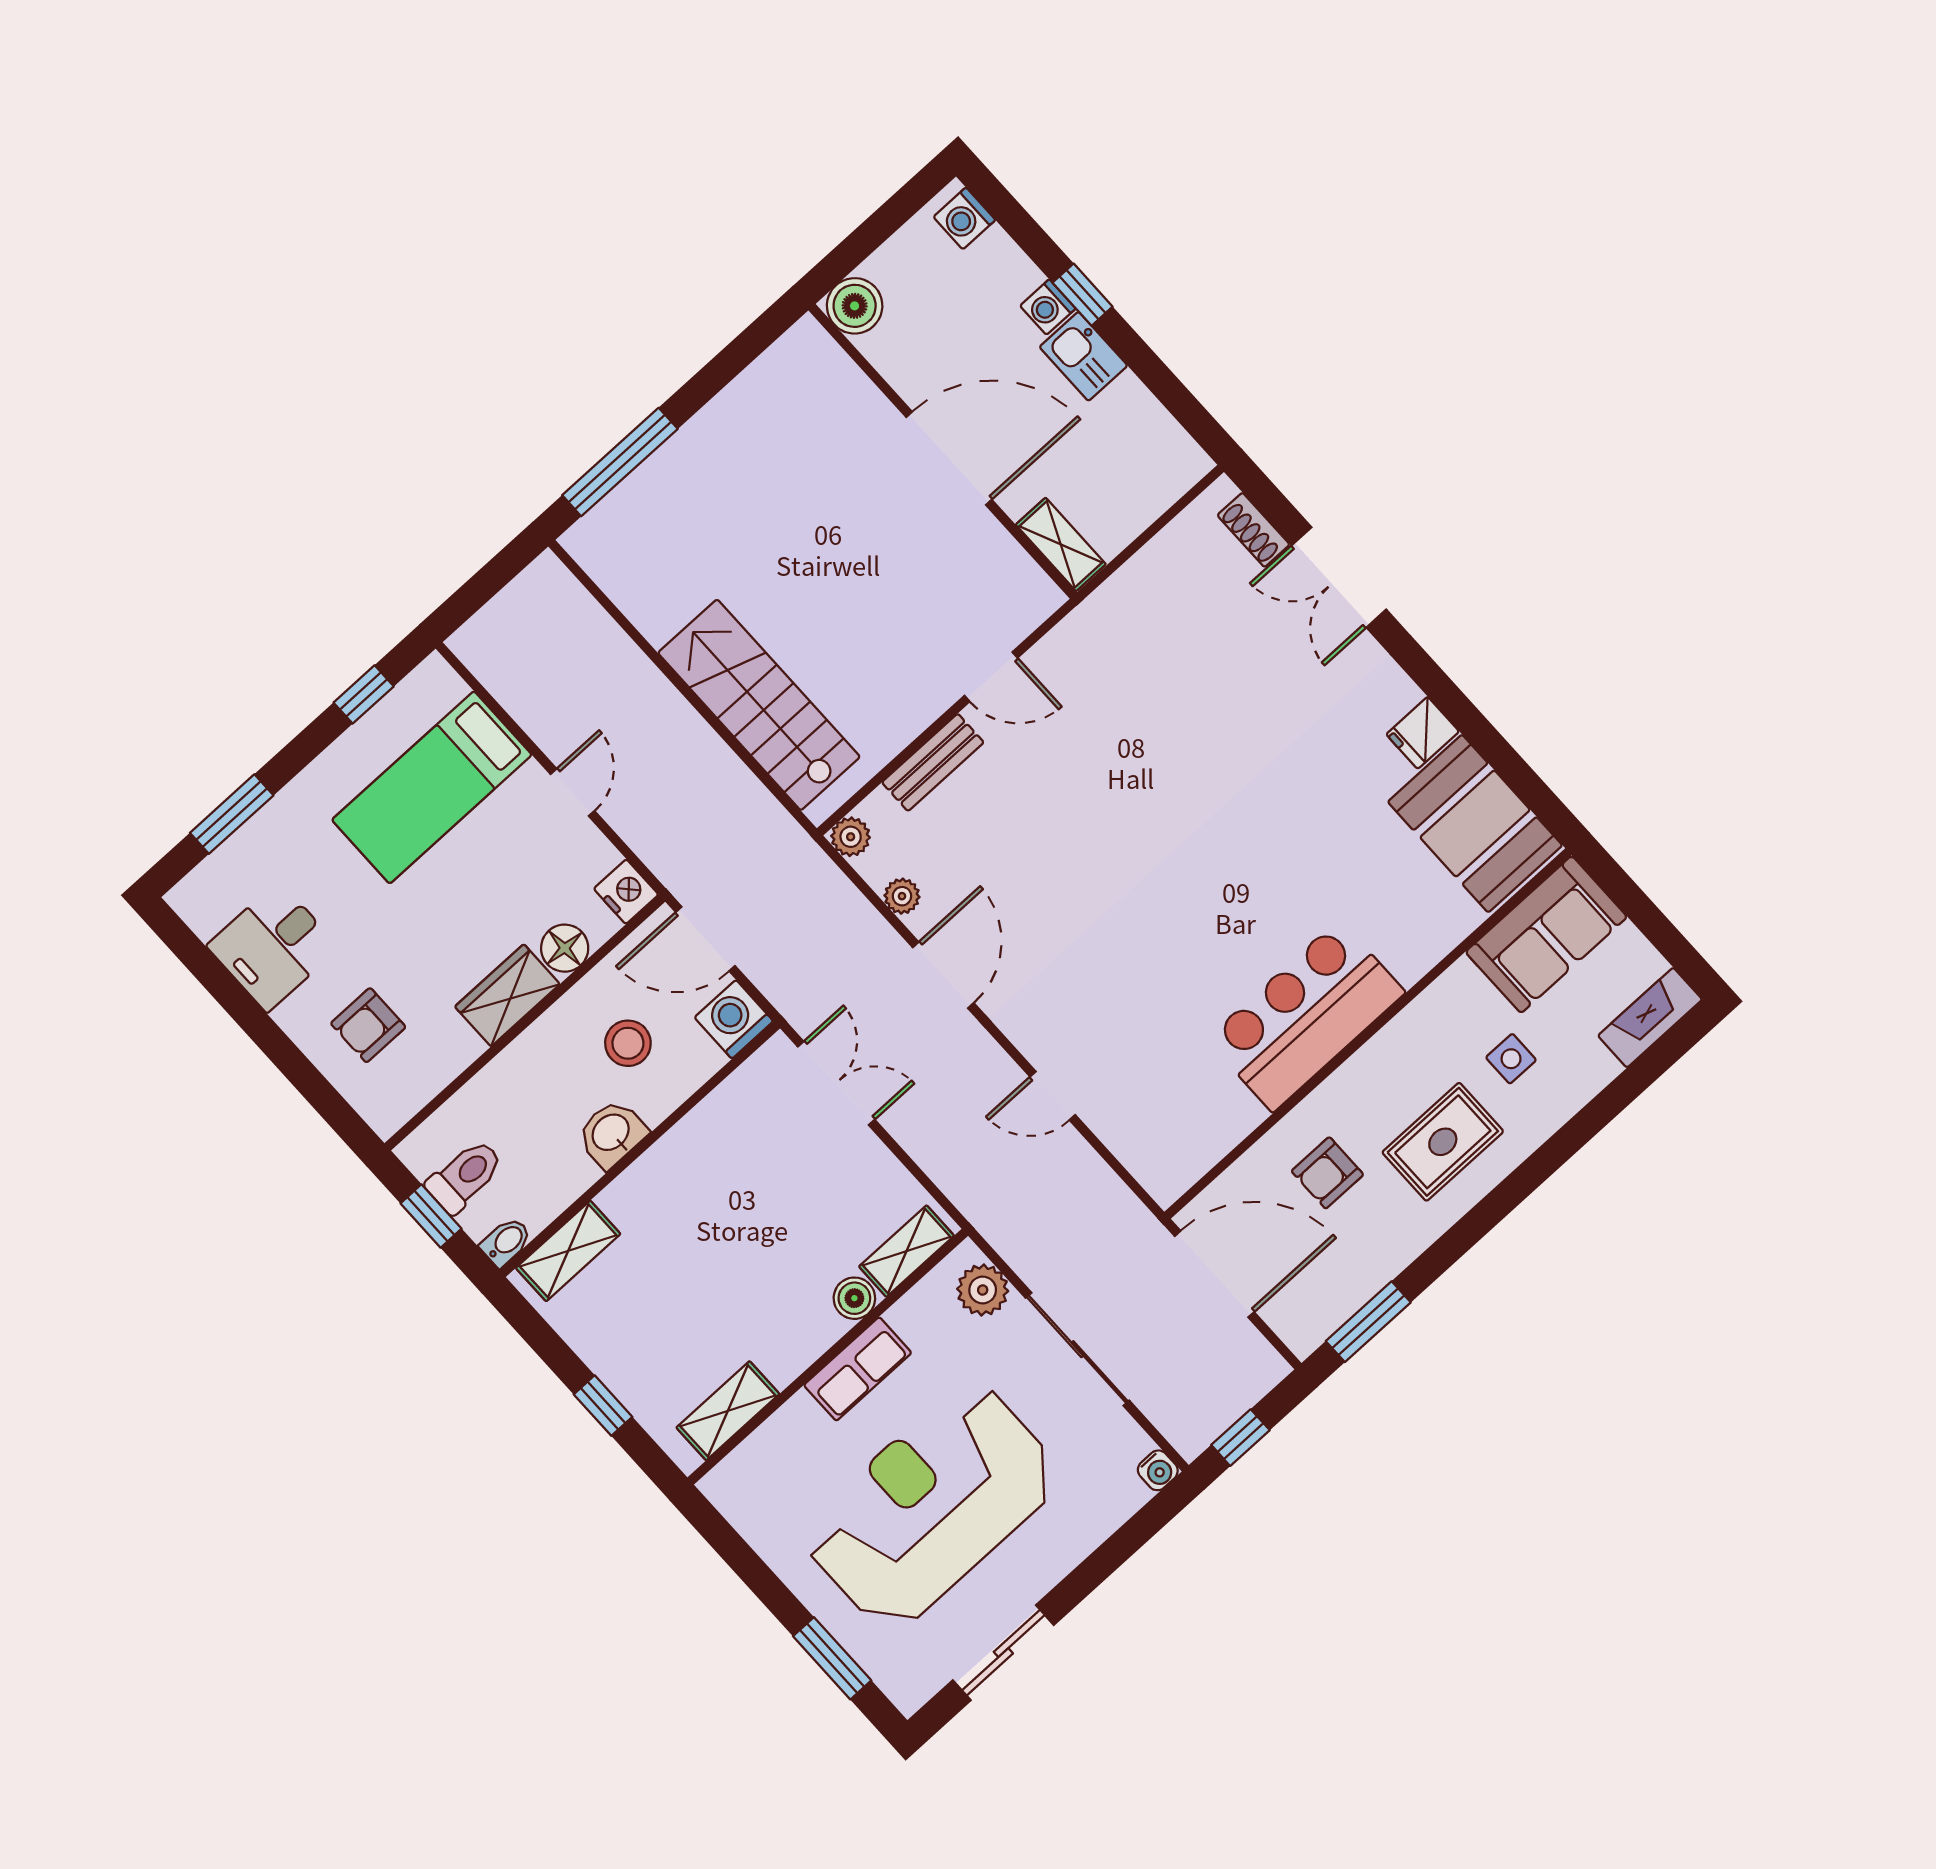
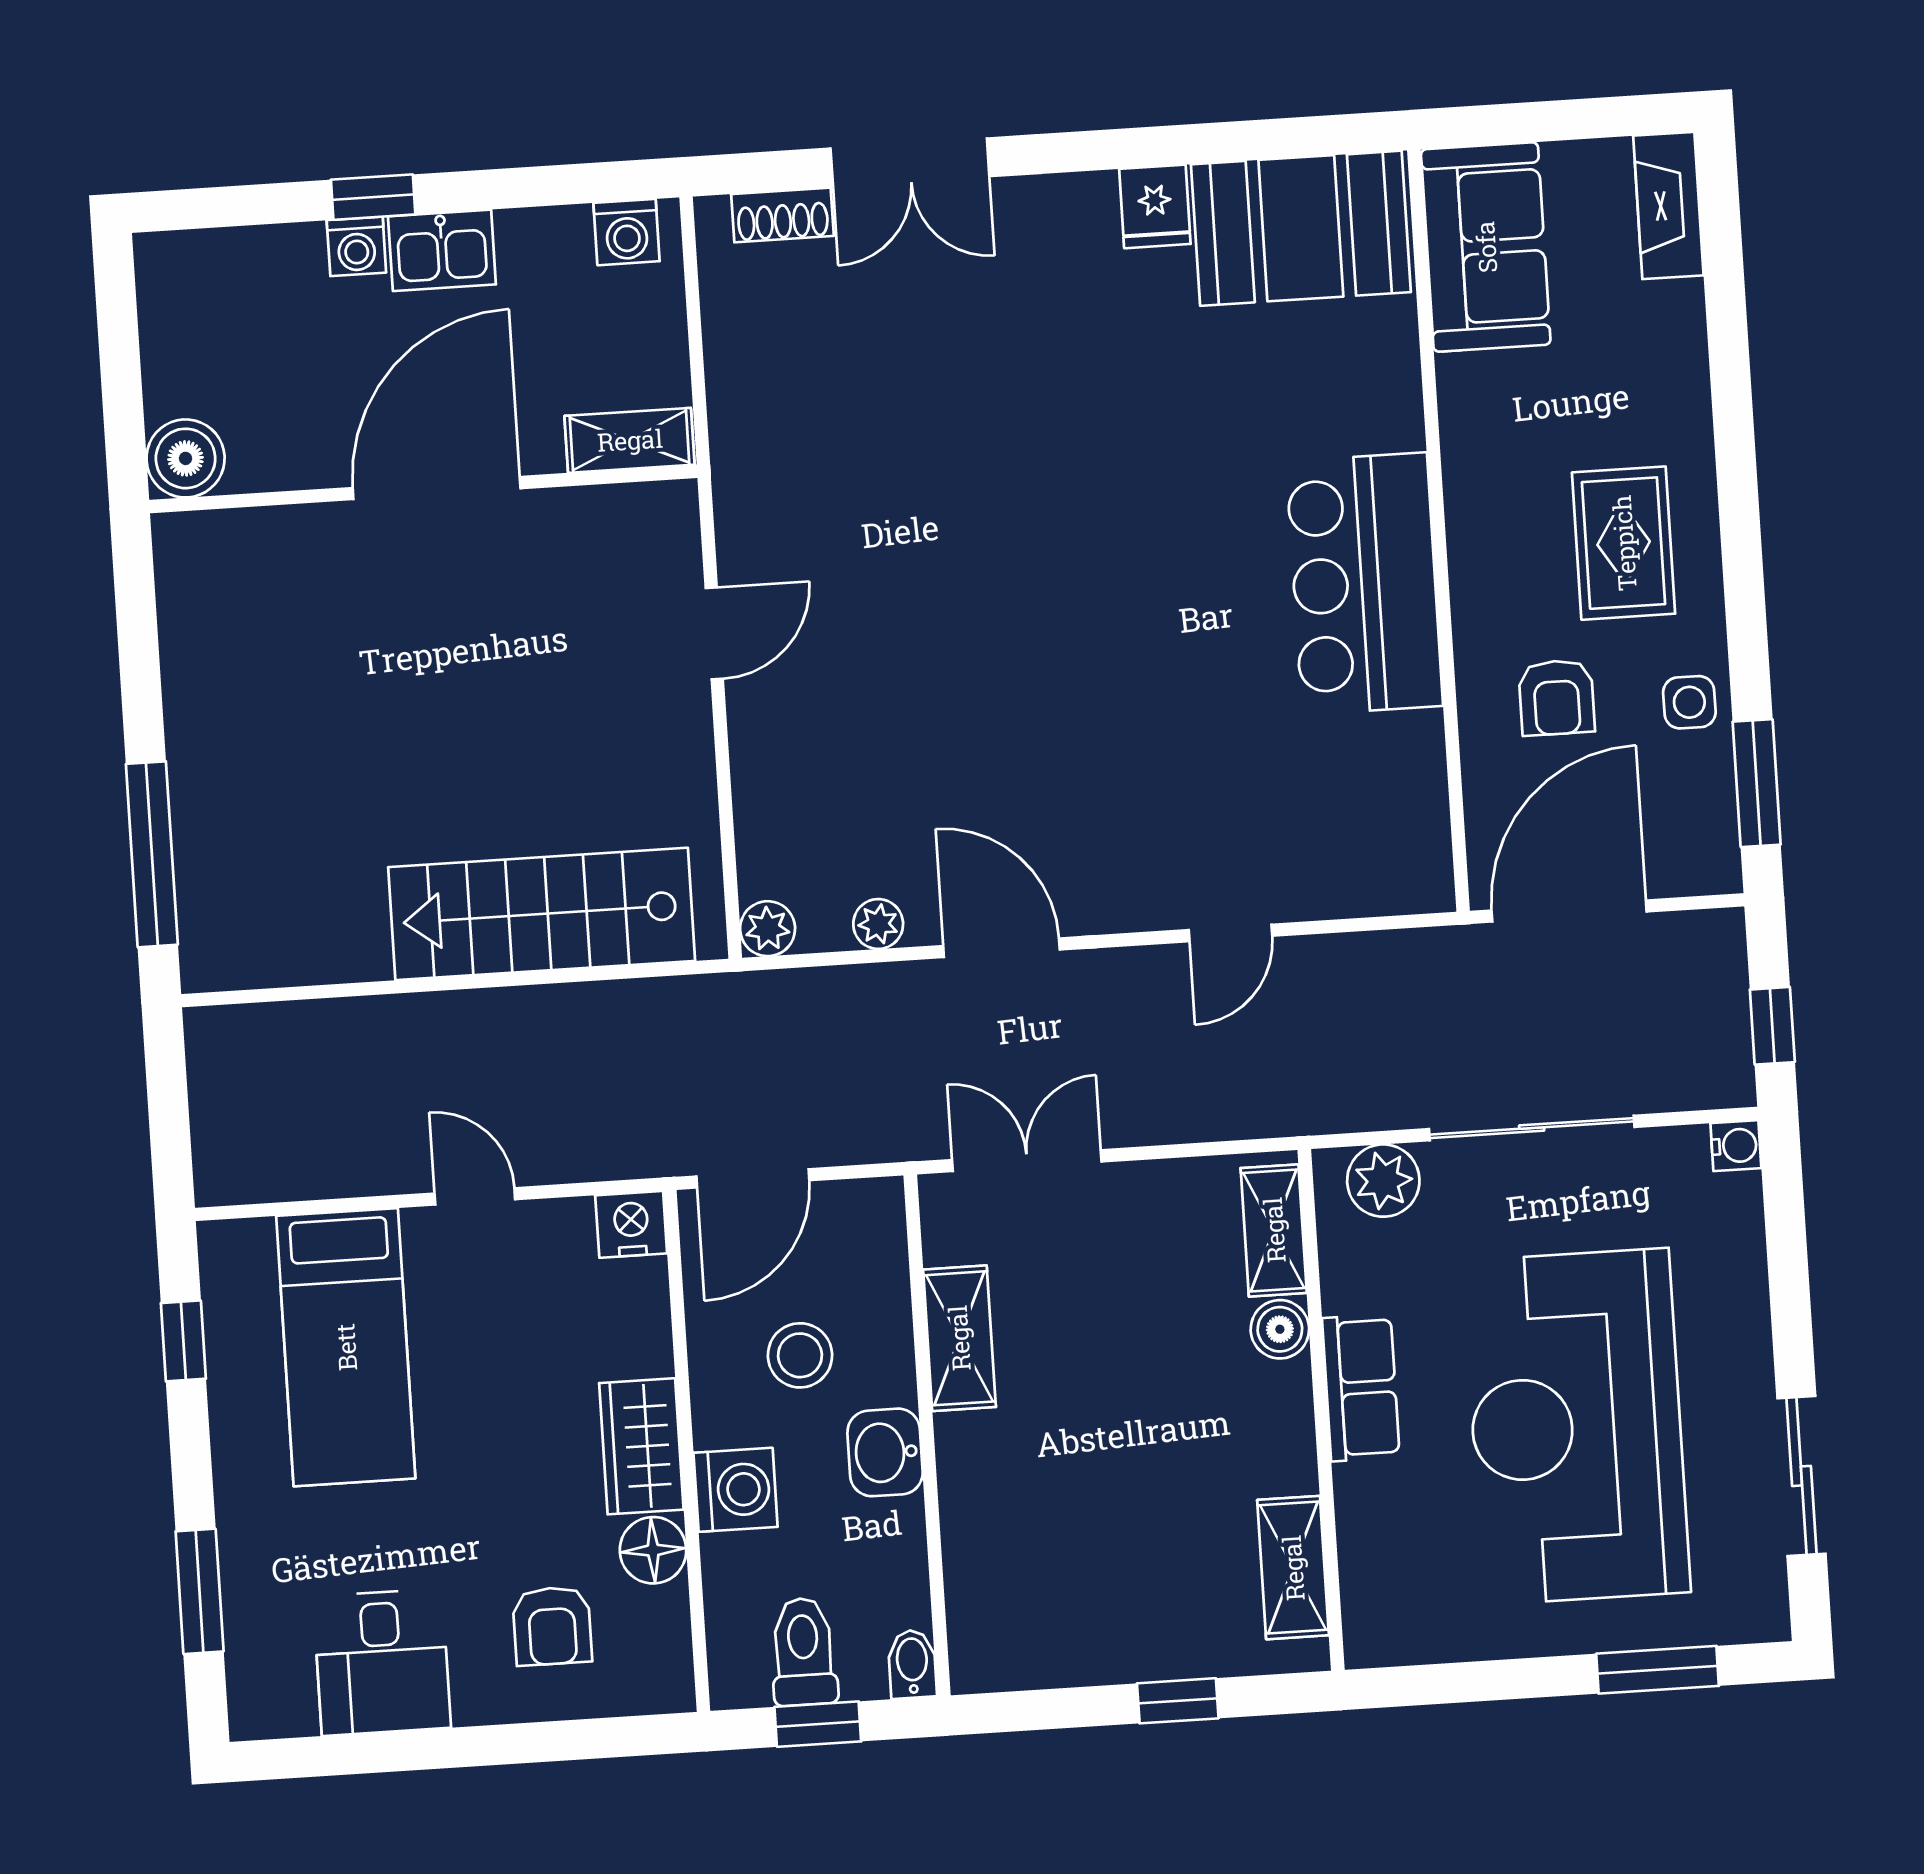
washing machine: (964, 218) -> (627, 232), moved
bench: (933, 762) -> (758, 773), removed
floor lamp: (565, 948) -> (653, 1550), moved
washing machine: (734, 1019) -> (736, 1490), moved, turned 180
side table: (1511, 1059) -> (1689, 702), moved
shelving: (568, 1251) -> (959, 1338), moved

